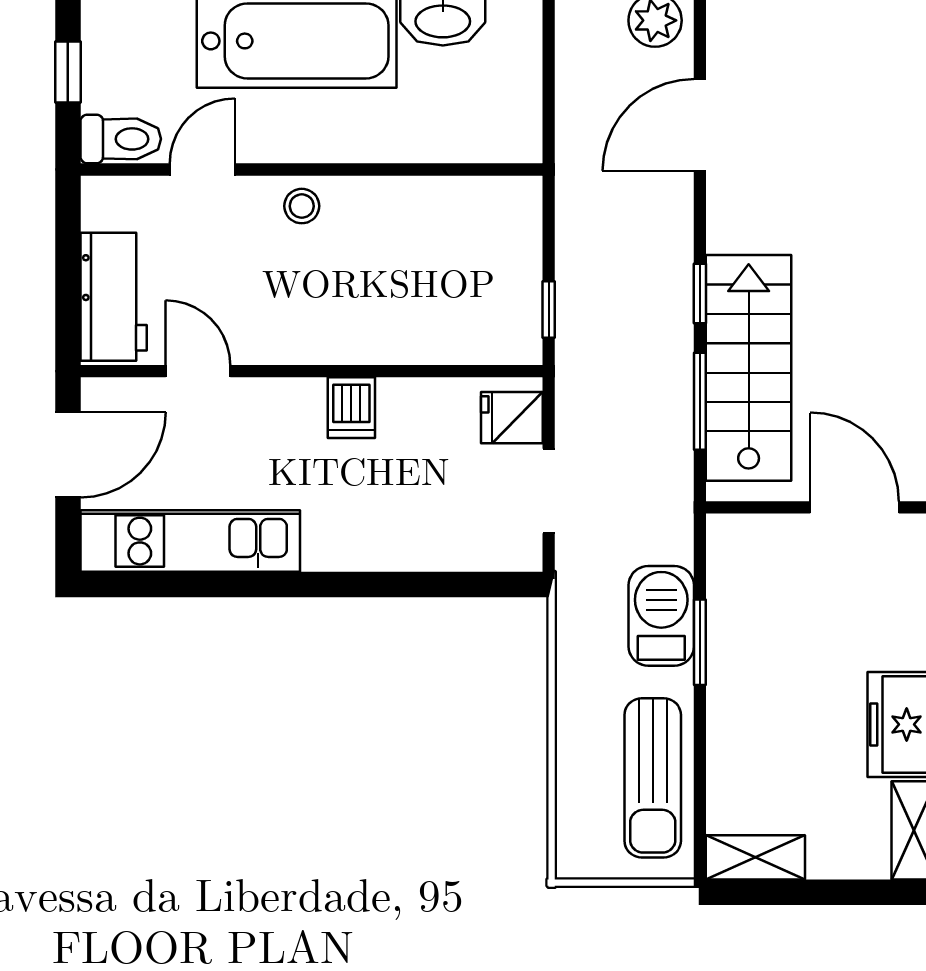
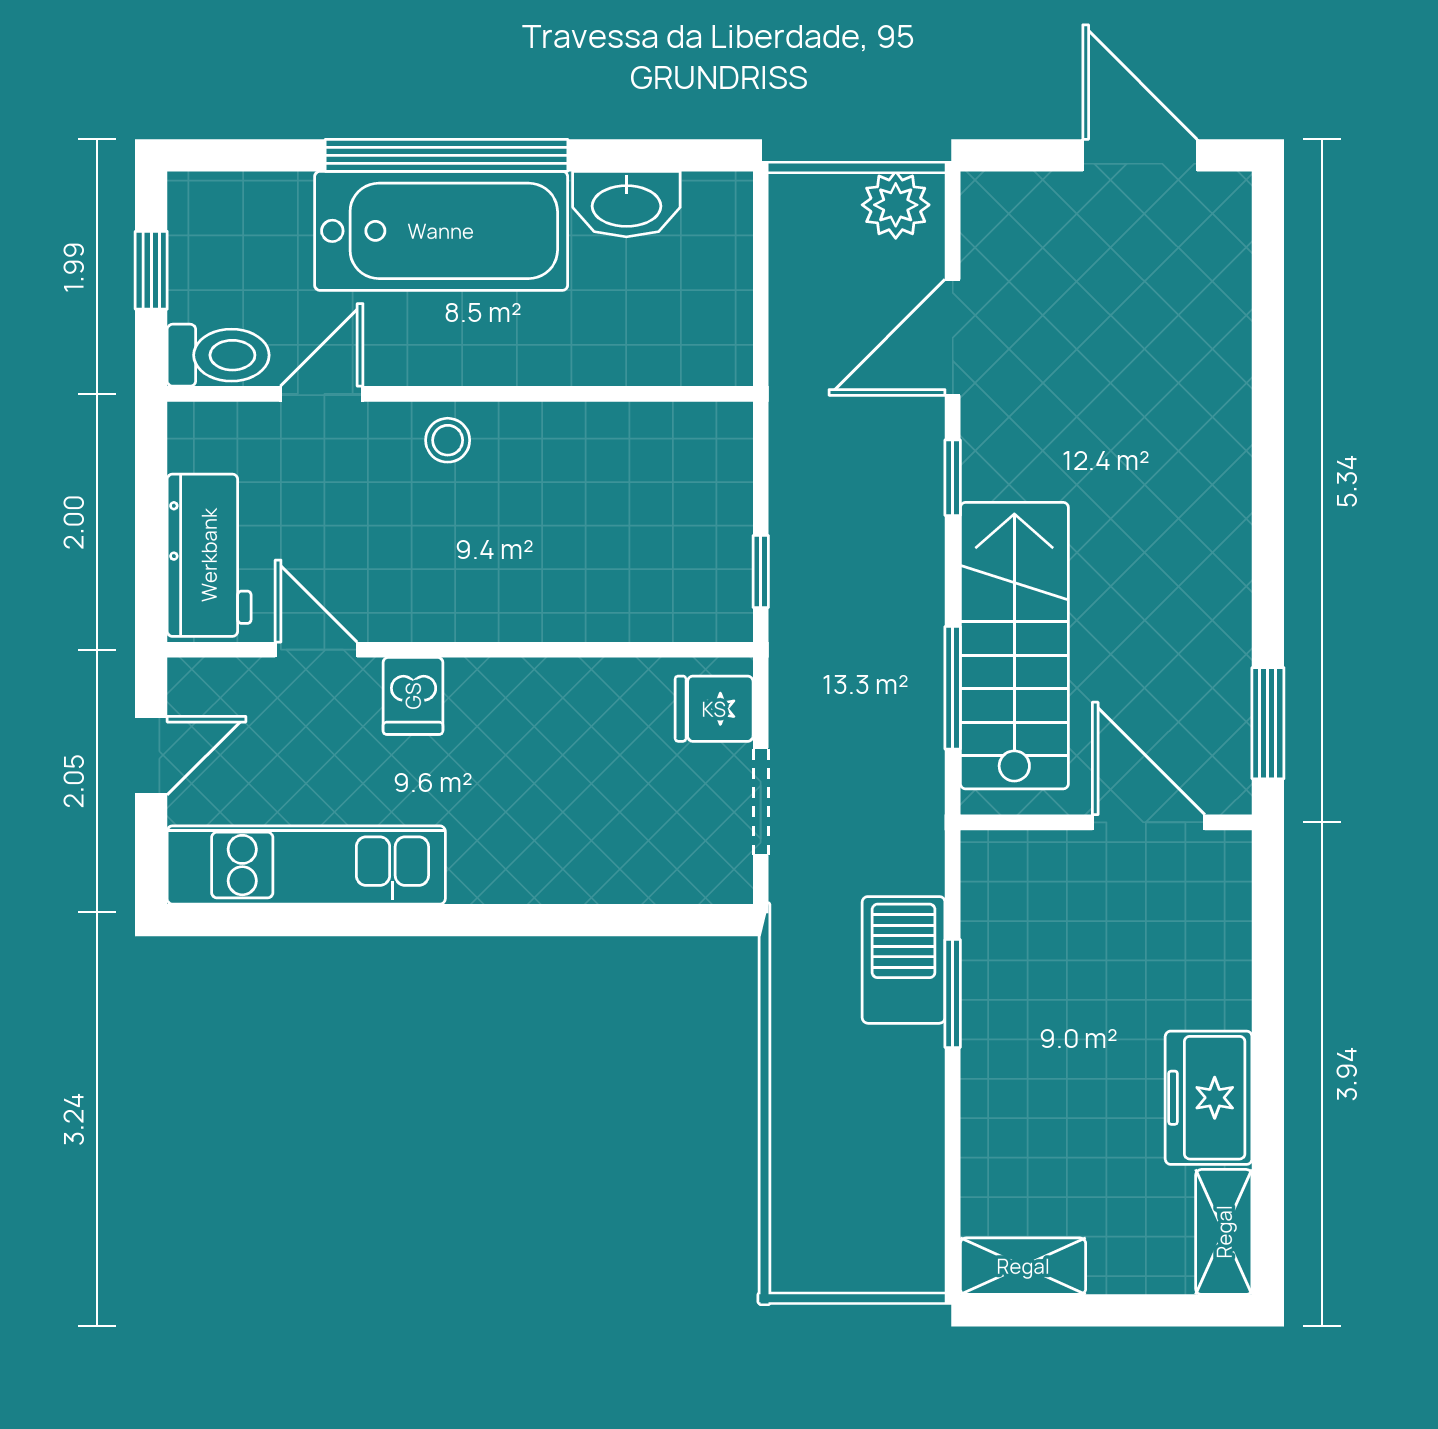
window: (700, 293) -> (953, 478), moved
dishwasher: (351, 408) -> (413, 696), moved
door: (68, 455) -> (151, 756), width x0.73
sun lounger: (653, 778) -> (893, 1165), removed

